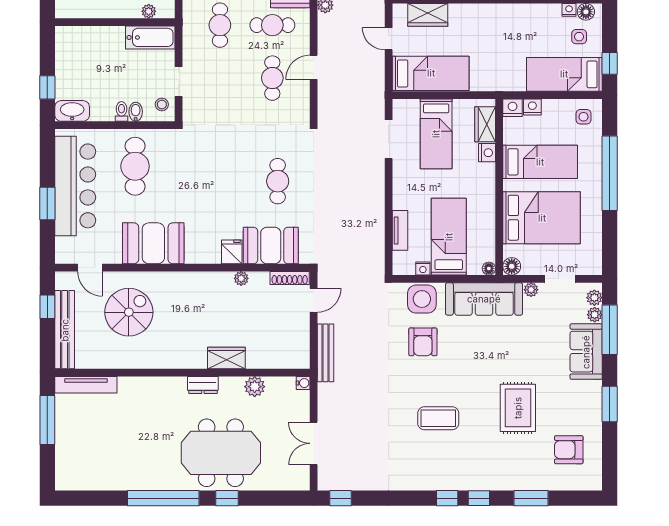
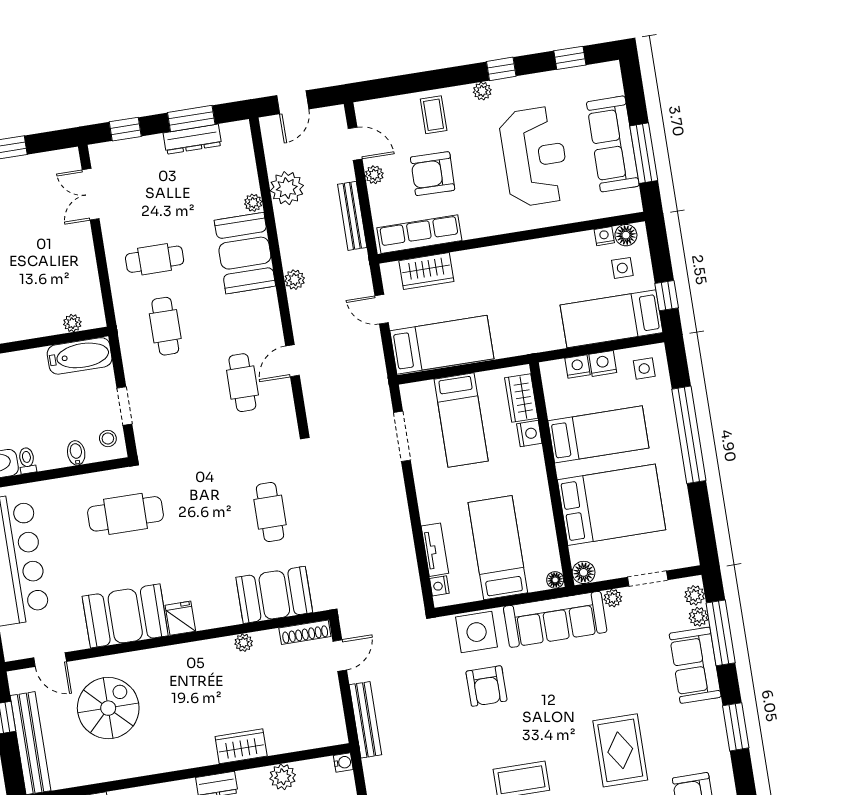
cafe table: (272, 25) -> (232, 316), removed
nightstand: (513, 108) -> (603, 363), moved
toilet: (121, 111) -> (27, 460), moved
cafe table: (135, 166) -> (125, 514), moved, turned 90
fridge: (232, 252) -> (180, 618), moved
nightstand: (423, 268) -> (439, 586), moved, turned 90

